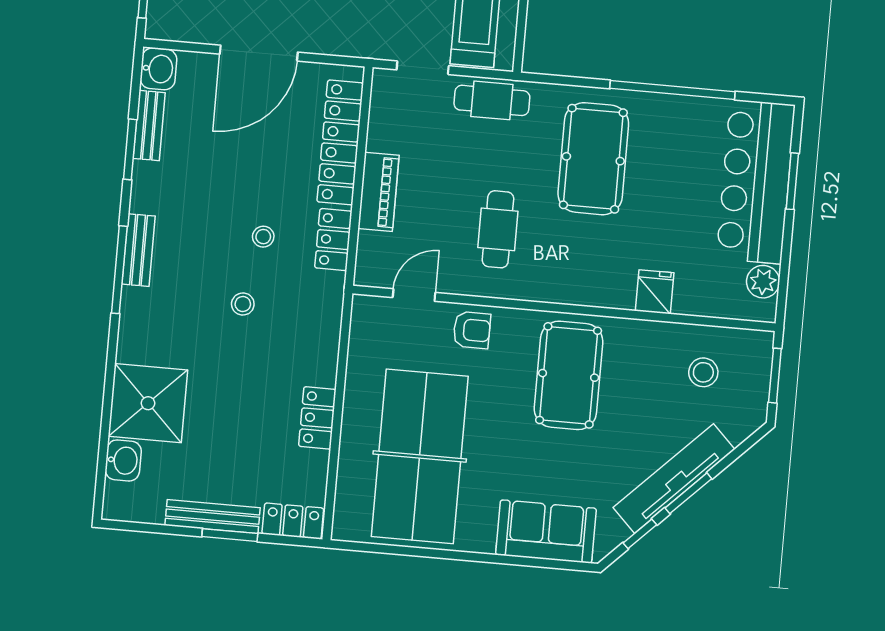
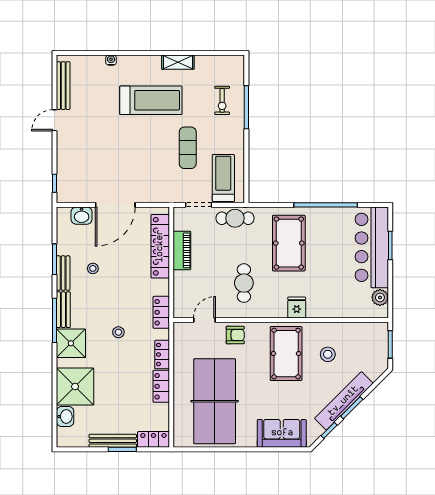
washbasin: (158, 69) -> (82, 216), moved, turned 90
bench: (149, 126) -> (63, 273), moved
piano: (379, 192) -> (182, 250), moved
stool: (263, 237) -> (93, 268), moved
locker: (333, 240) -> (161, 312), moved
fridge: (655, 292) -> (297, 307), moved
shower: (147, 318) -> (71, 343), added
locker: (325, 356) -> (162, 355), added
stool: (703, 372) -> (328, 354), moved

